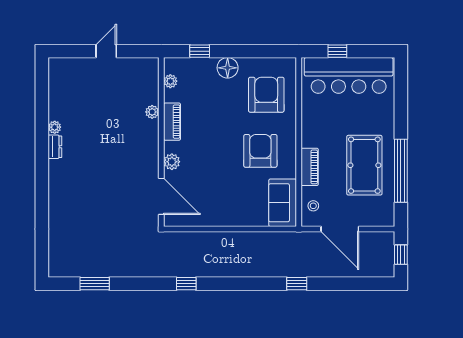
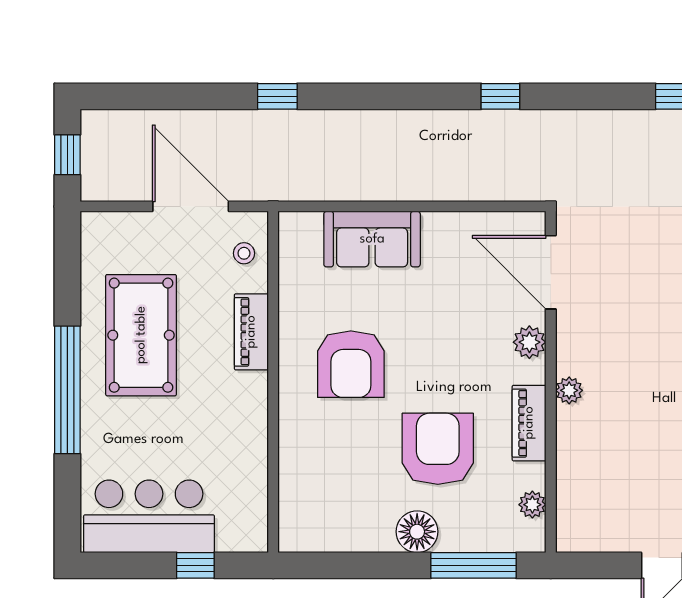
window: (200, 51) -> (474, 565), width x2.17
bar counter: (349, 75) -> (149, 516), width x0.73
armchair: (266, 95) -> (438, 449), moved, turned 180
plant: (152, 112) -> (569, 390), moved
window: (401, 171) -> (67, 390), moved
sofa: (283, 203) -> (372, 239), moved, turned 90

